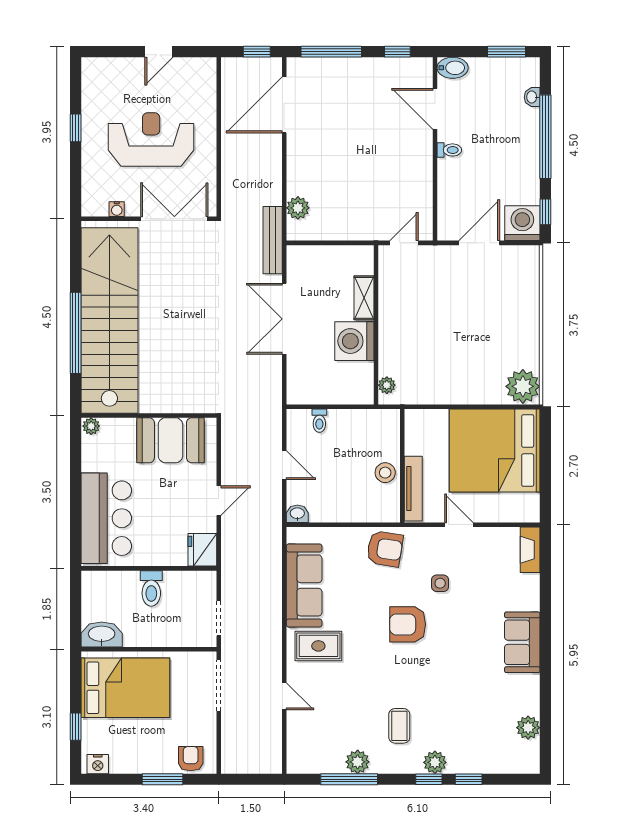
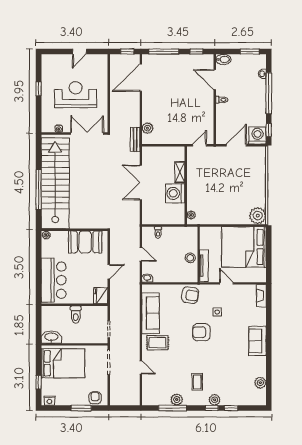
bench: (273, 240) -> (135, 139), width x0.73

